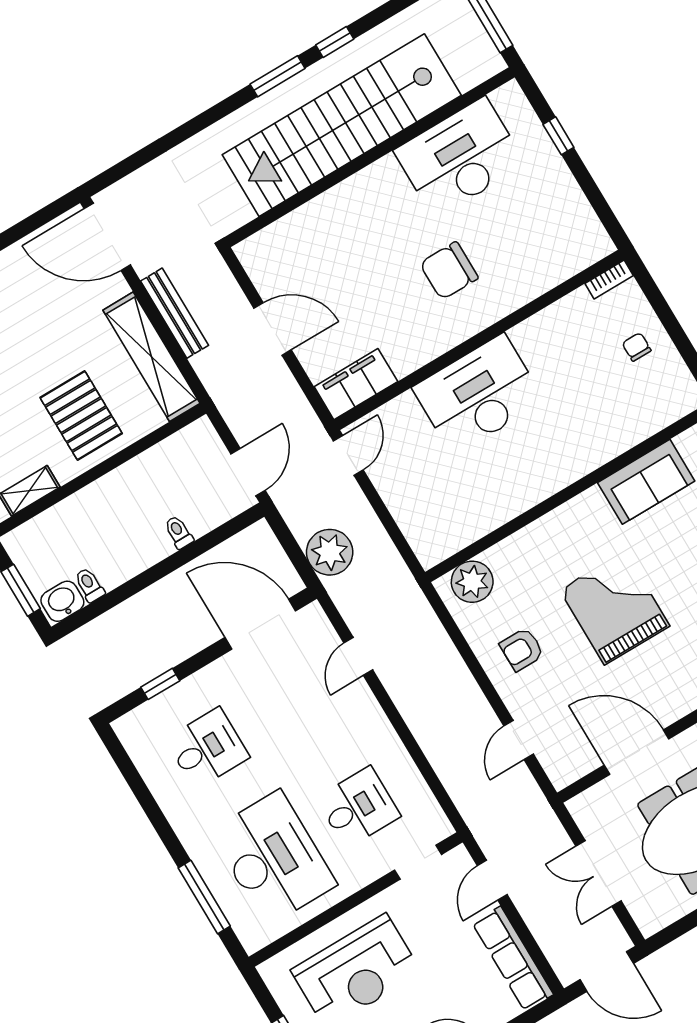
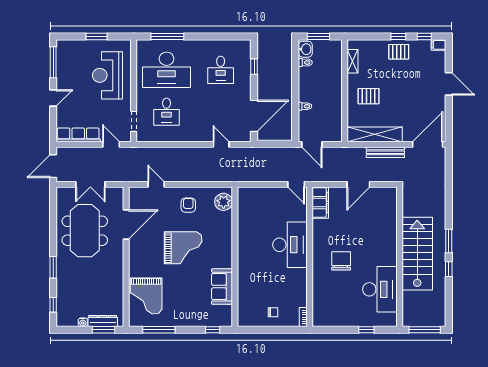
stairs: (342, 125) -> (417, 254), width x0.73
pallet: (81, 416) -> (369, 96), width x0.67, depth x0.71
plant: (330, 552) -> (265, 157), removed
double door: (599, 874) -> (90, 184), swing flipped

